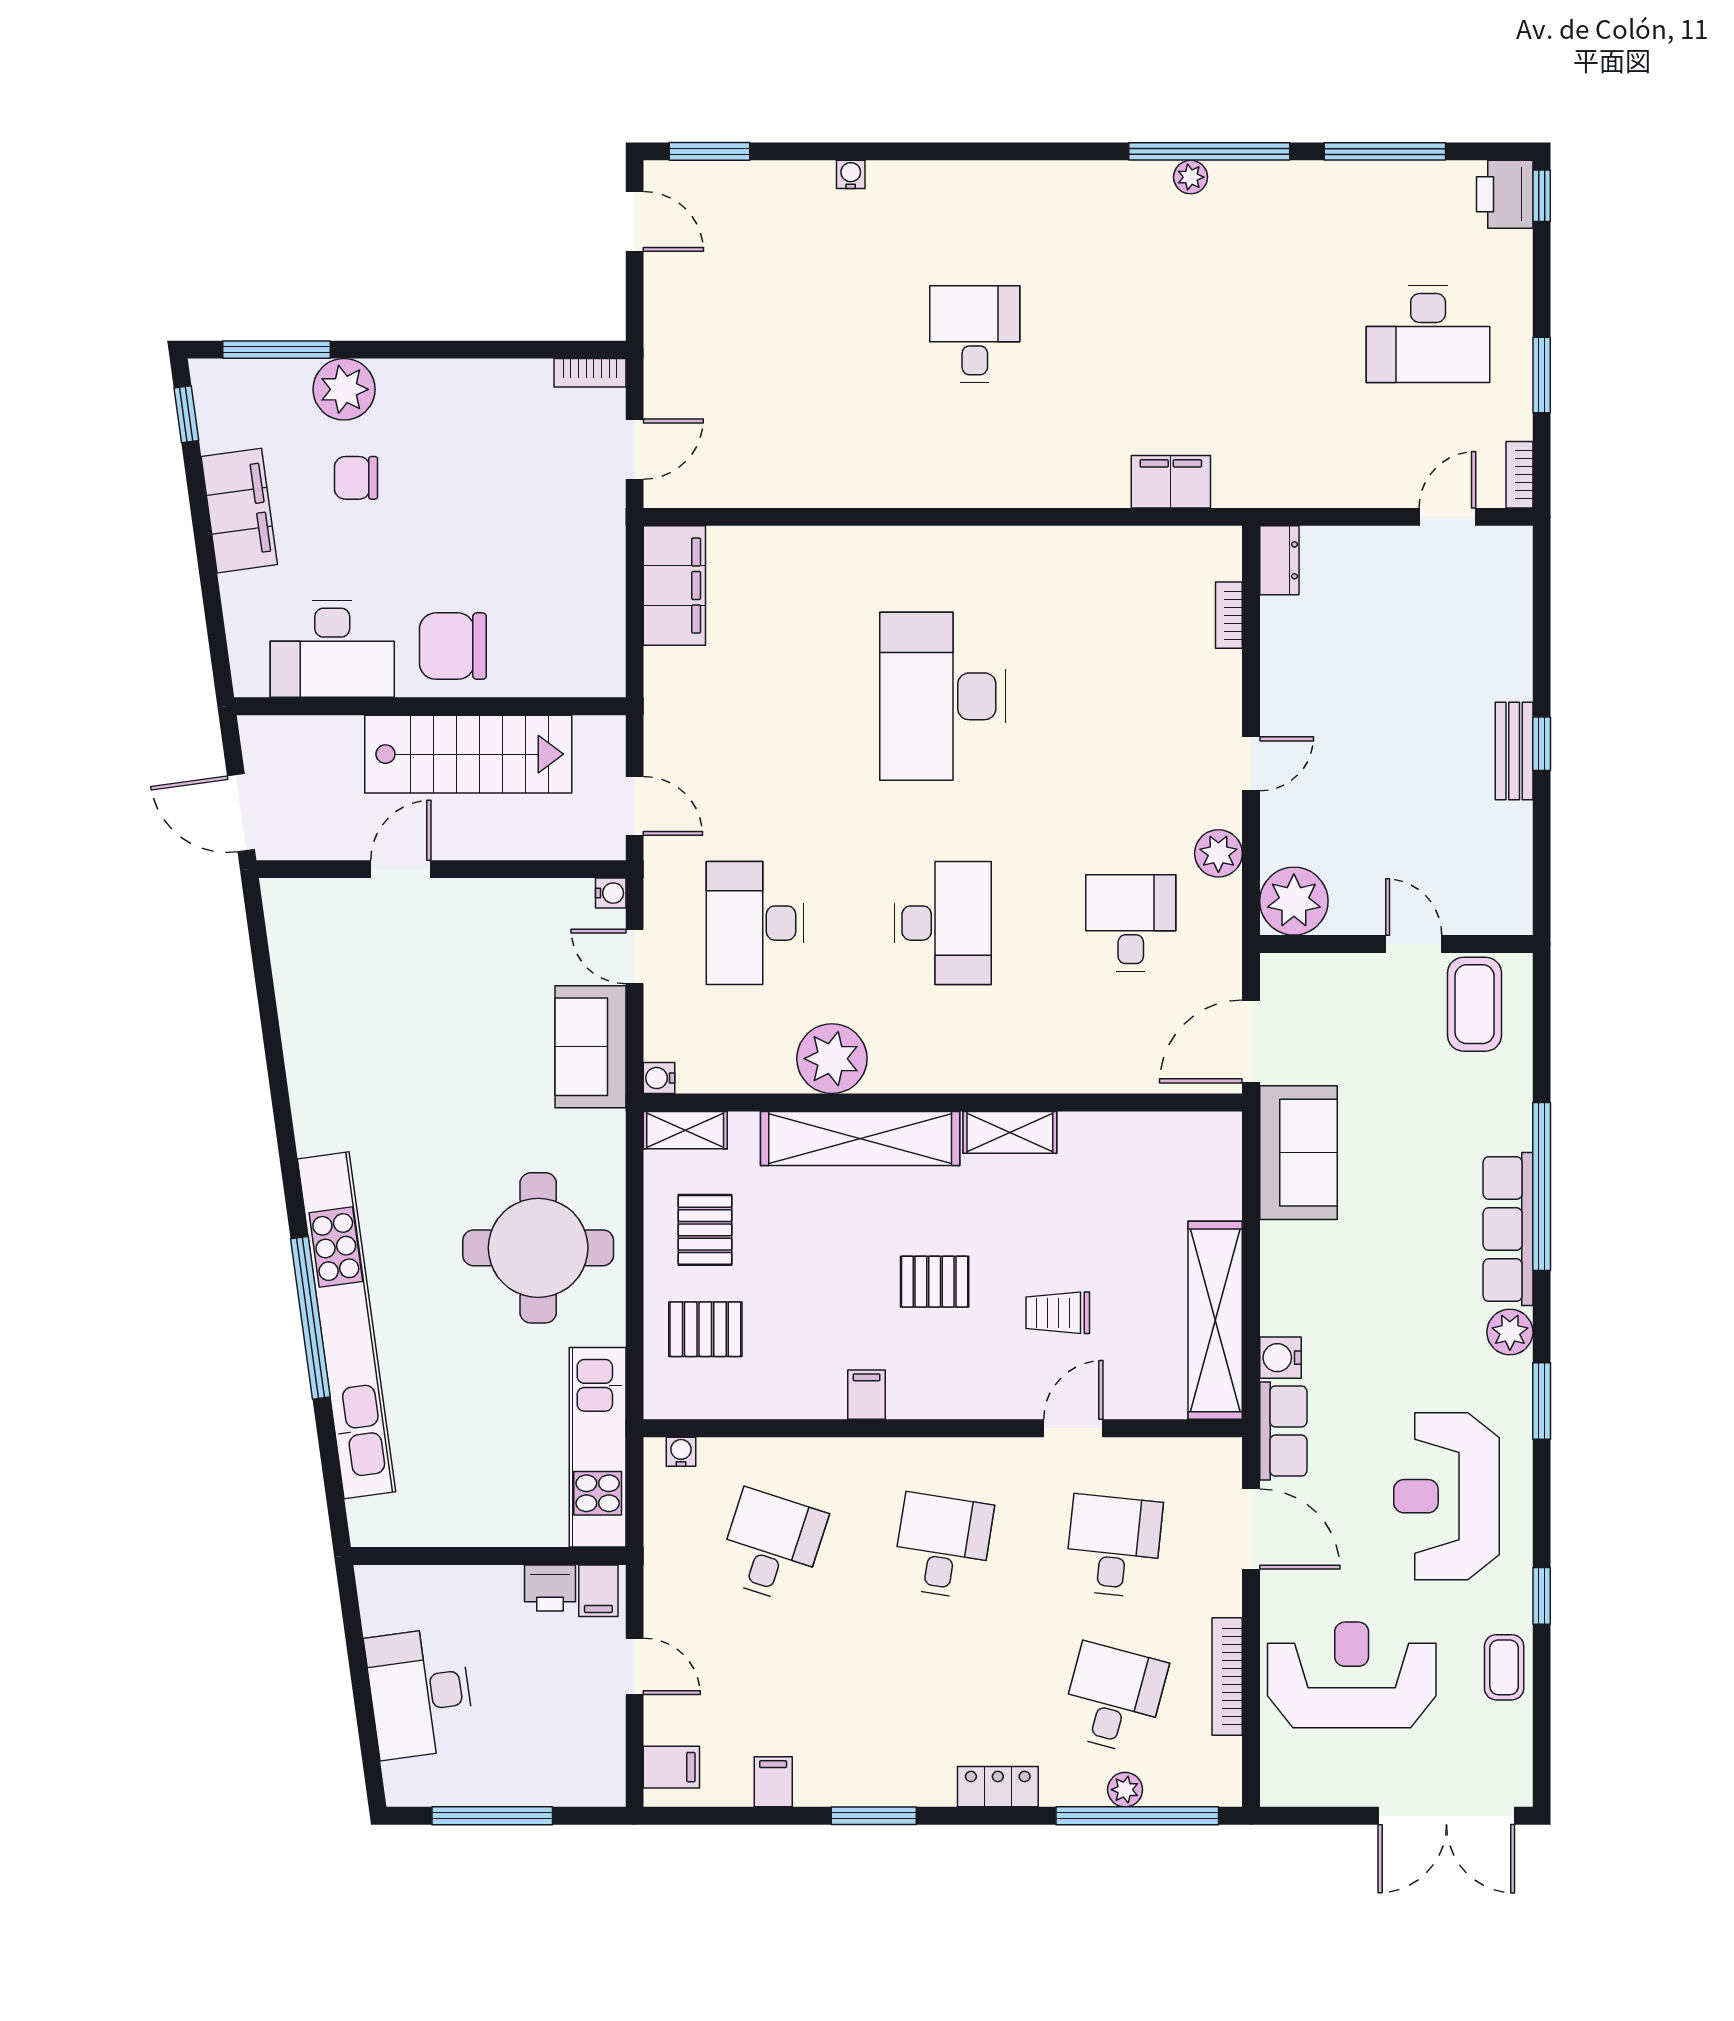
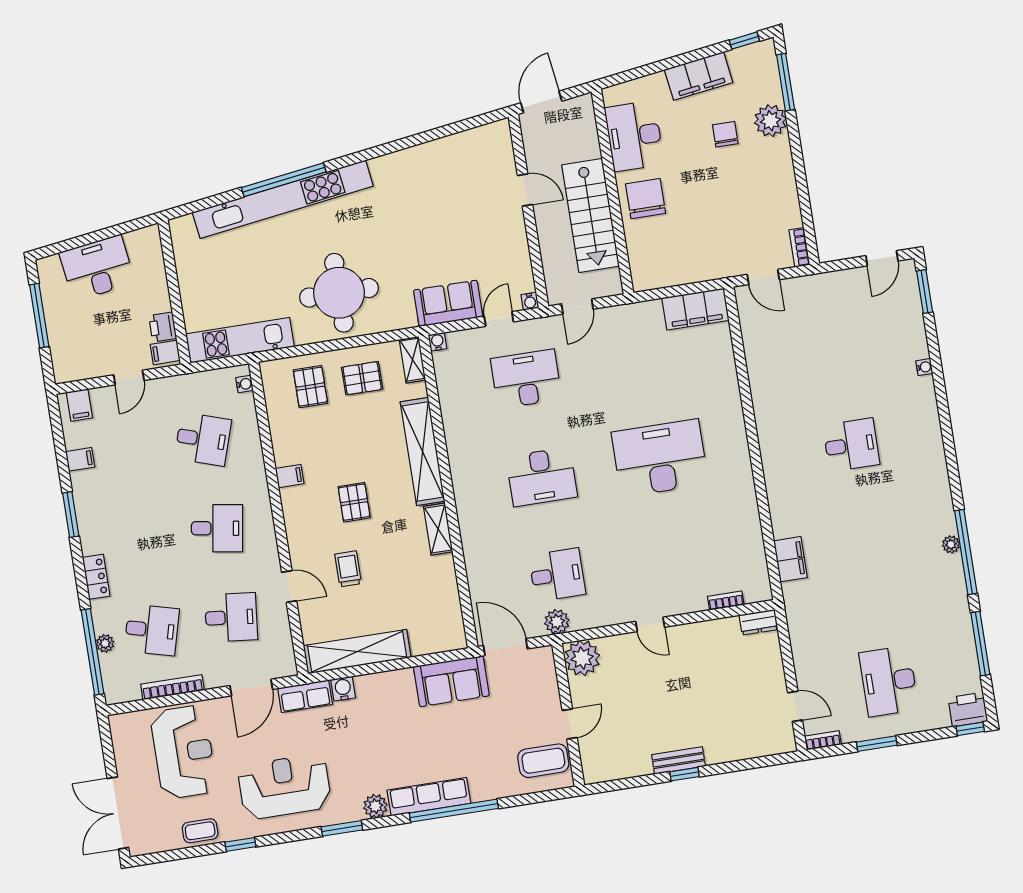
plant: (1218, 853) -> (557, 622), moved
plant: (832, 1059) -> (462, 430), removed

